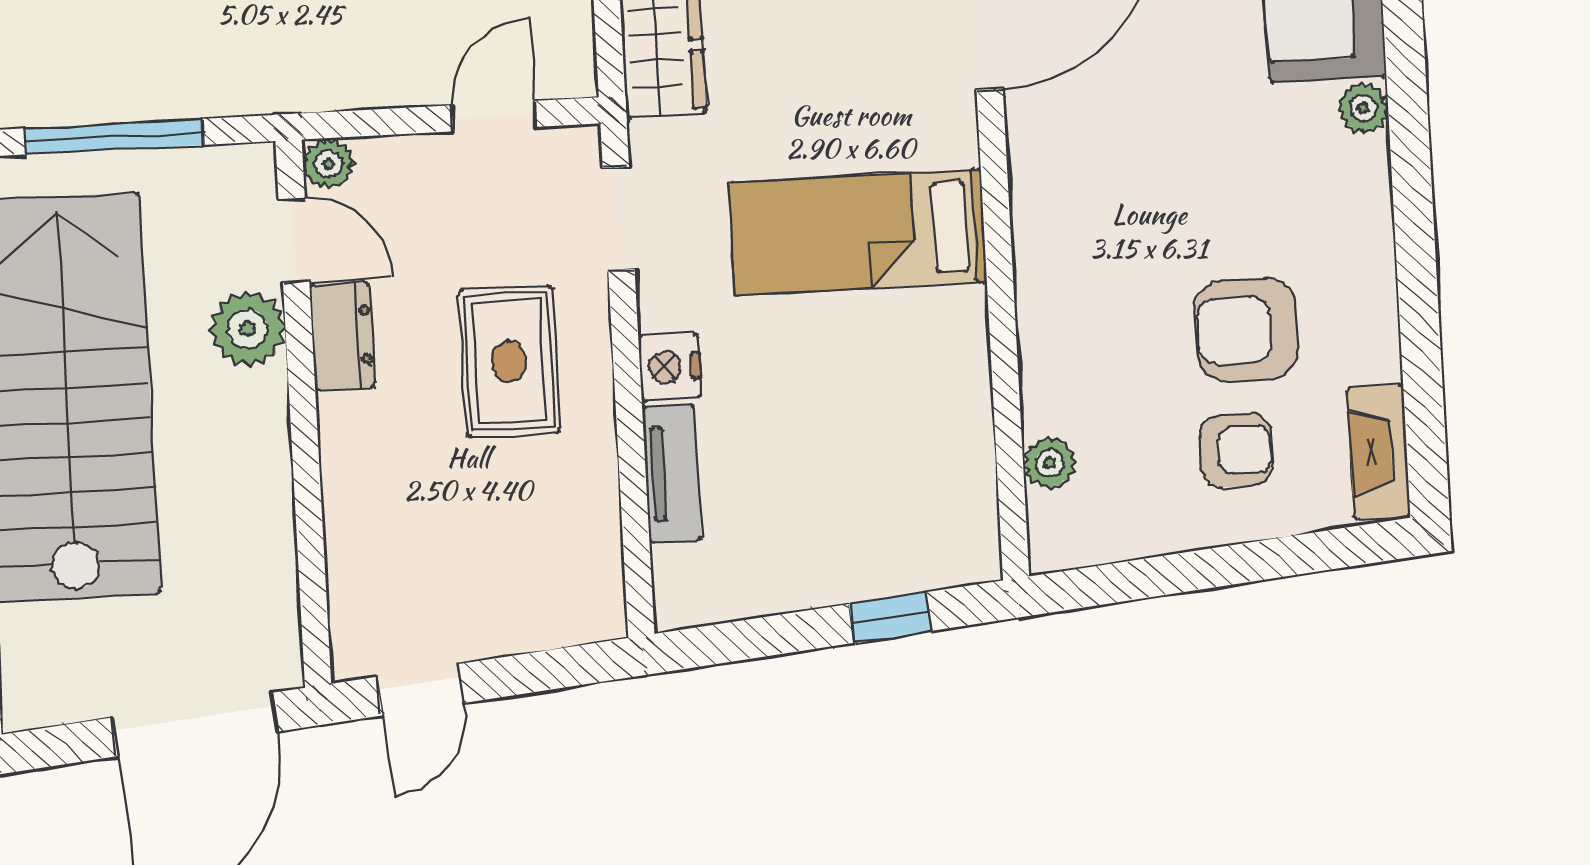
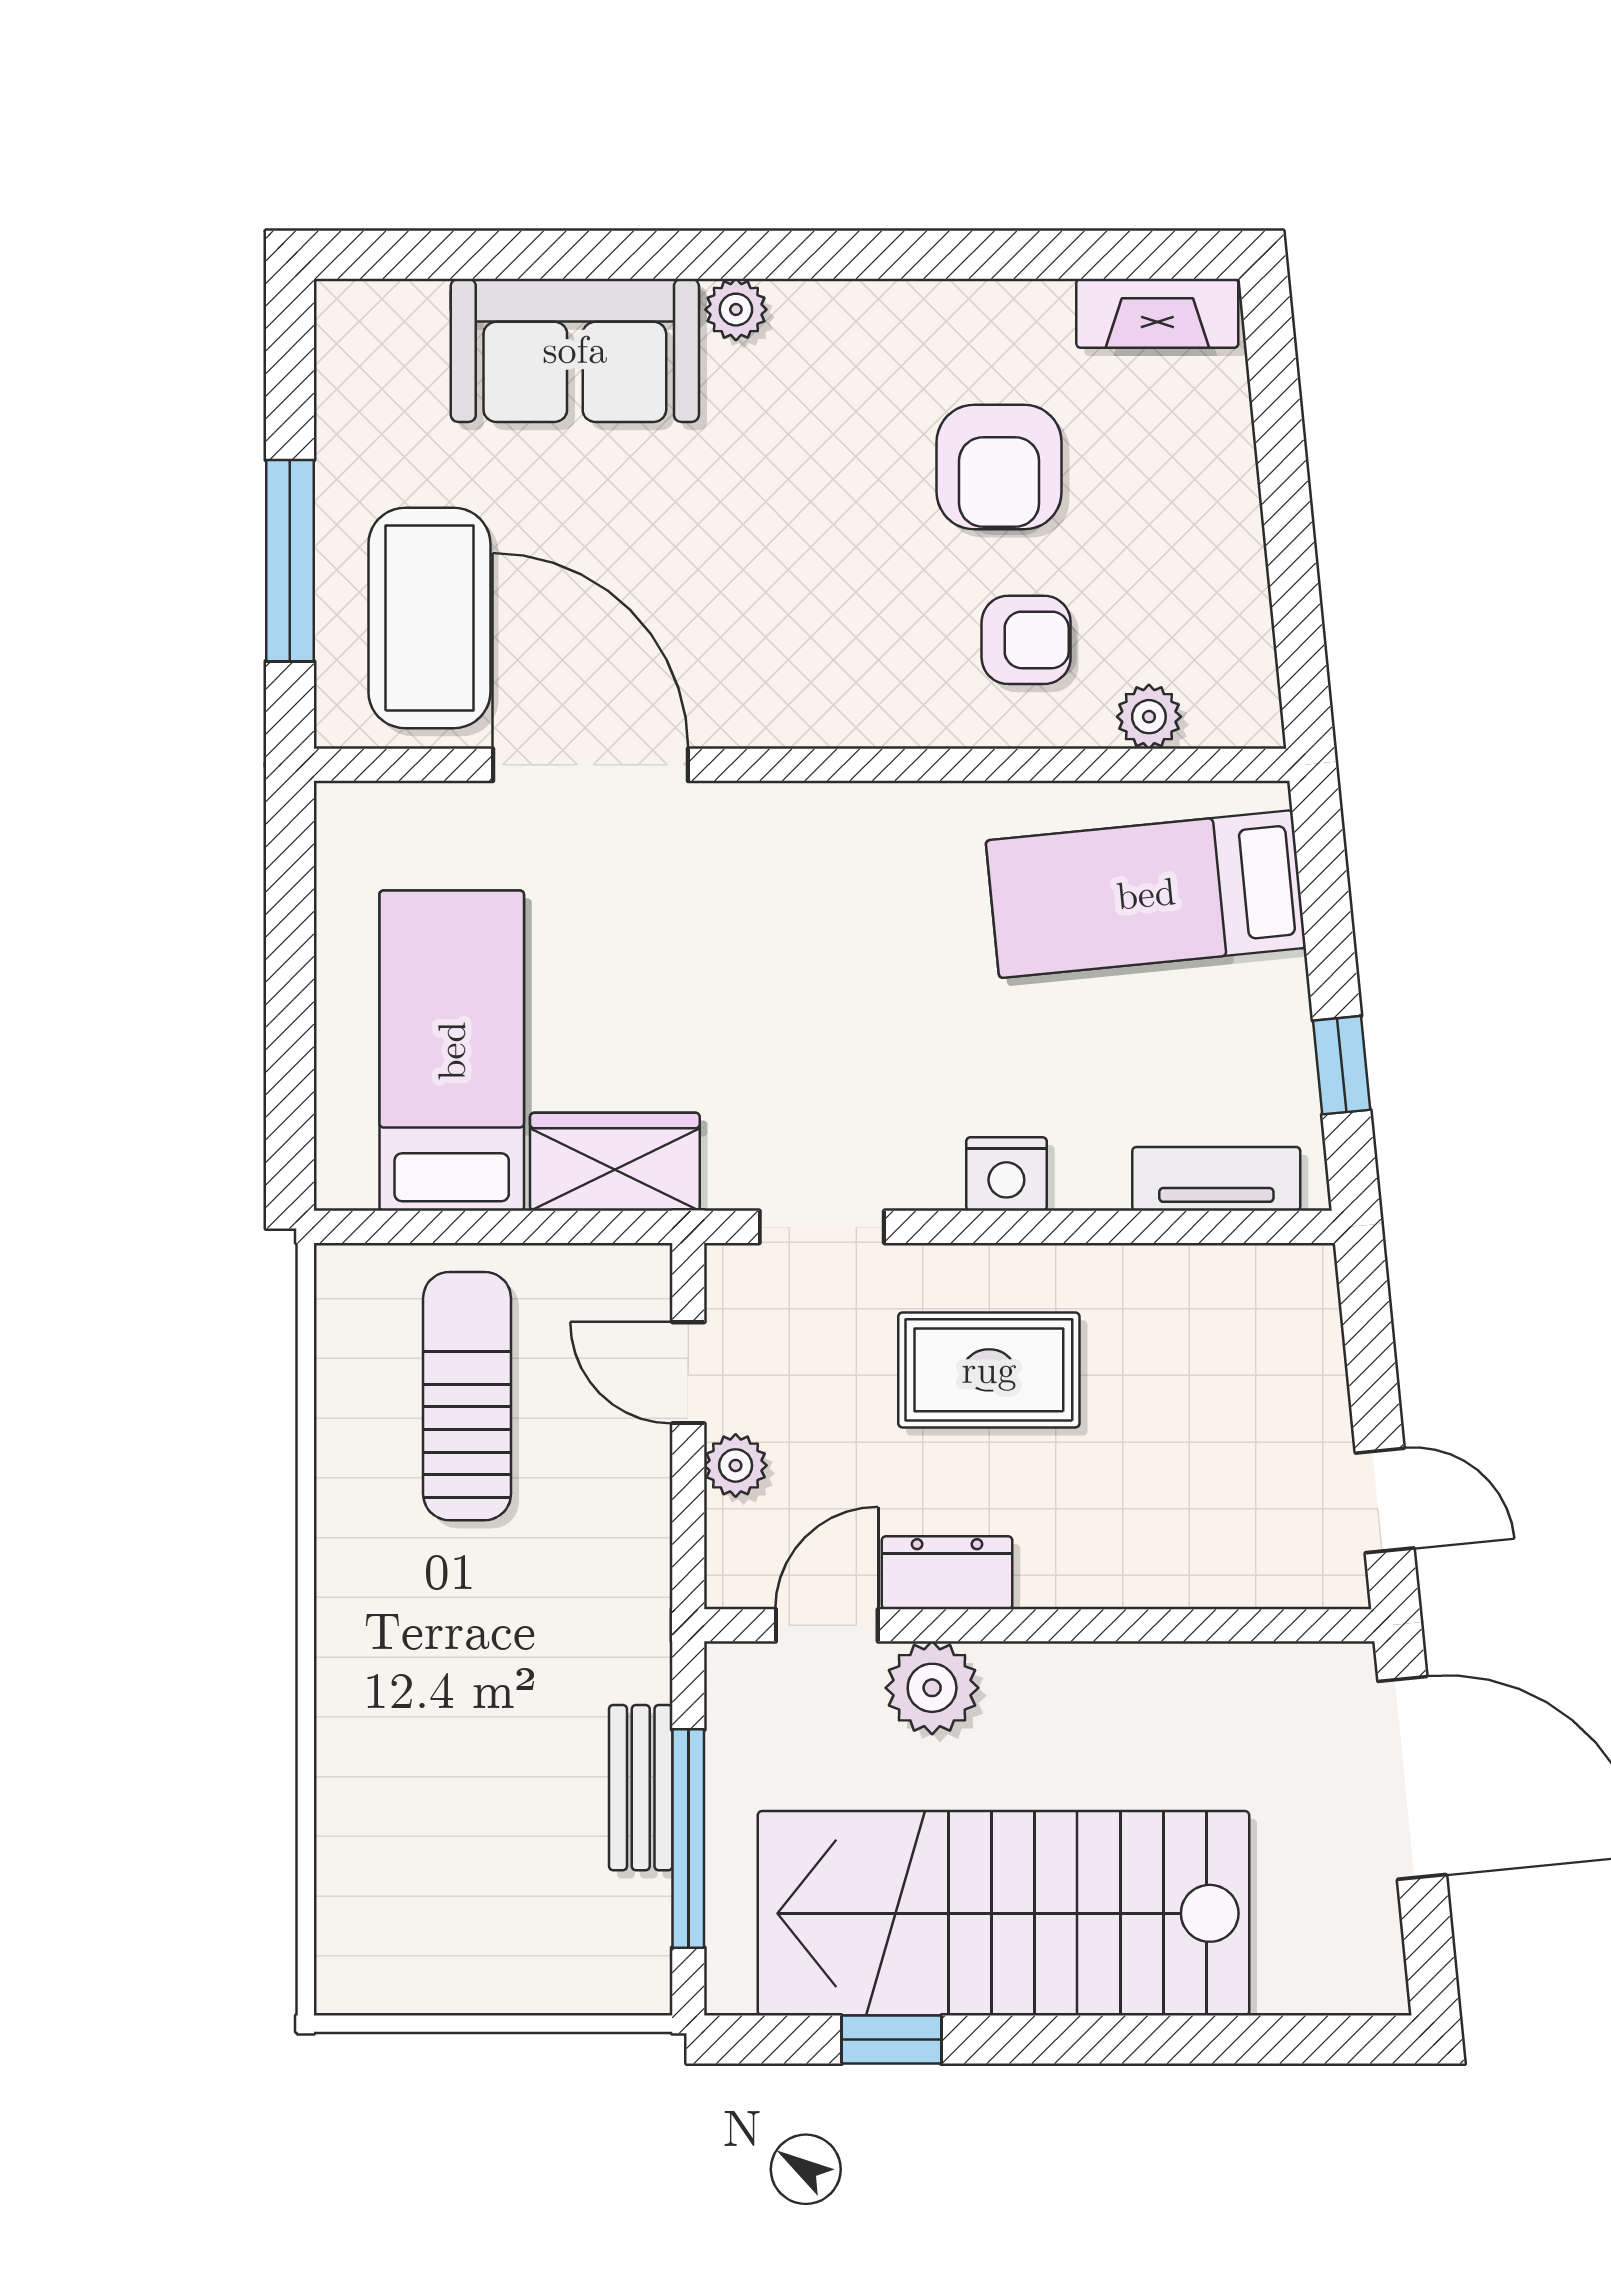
bench: (153, 96) -> (641, 1788), added
plant: (328, 164) -> (736, 1465), moved
bed: (858, 232) -> (1146, 894), moved, turned 84
armchair: (1236, 450) -> (1026, 640), moved, turned 90
tv unit: (672, 473) -> (1216, 1179), moved
window: (890, 618) -> (1342, 1065), moved

